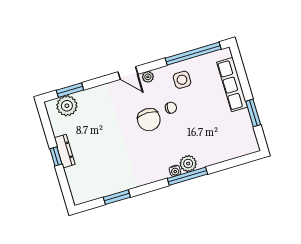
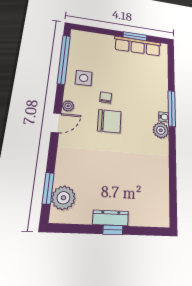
row of seats: (232, 85) -> (138, 46), moved
plant: (188, 164) -> (161, 130), moved
window: (117, 197) -> (173, 180), removed

